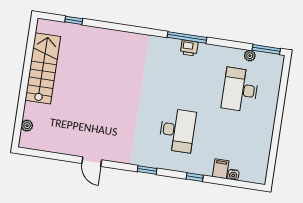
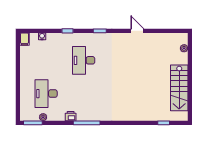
printer: (189, 48) -> (71, 116), moved
desk: (240, 90) -> (46, 94), turned 180
filing cabinet: (221, 169) -> (24, 39), moved

